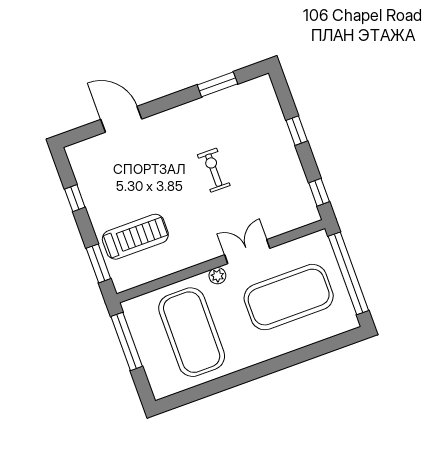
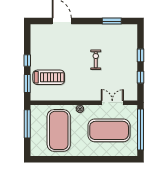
window: (319, 192) -> (140, 77), moved
window: (75, 198) -> (27, 60), moved
double door: (247, 252) -> (112, 103), moved

